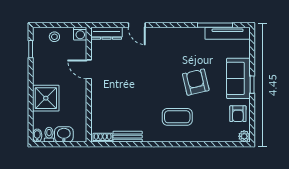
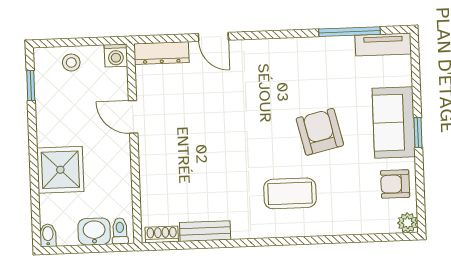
tv unit: (228, 33) -> (383, 45), width x0.71
armchair: (238, 114) -> (395, 184), turned 90
toilet: (49, 135) -> (120, 231), moved

